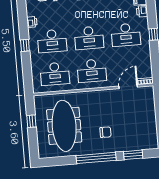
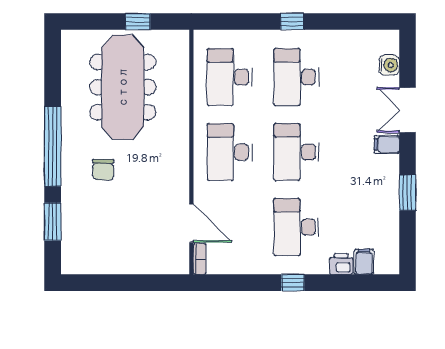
printer: (32, 22) -> (338, 40), removed
meeting table: (64, 126) -> (123, 87), turned 90

